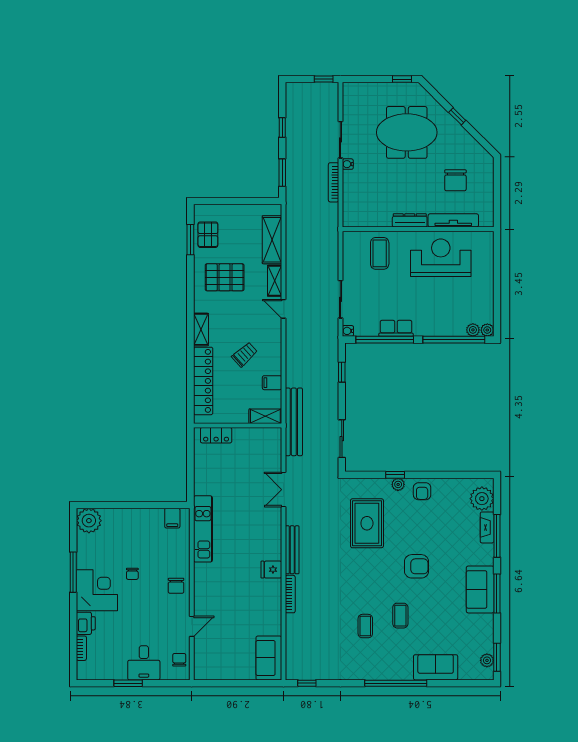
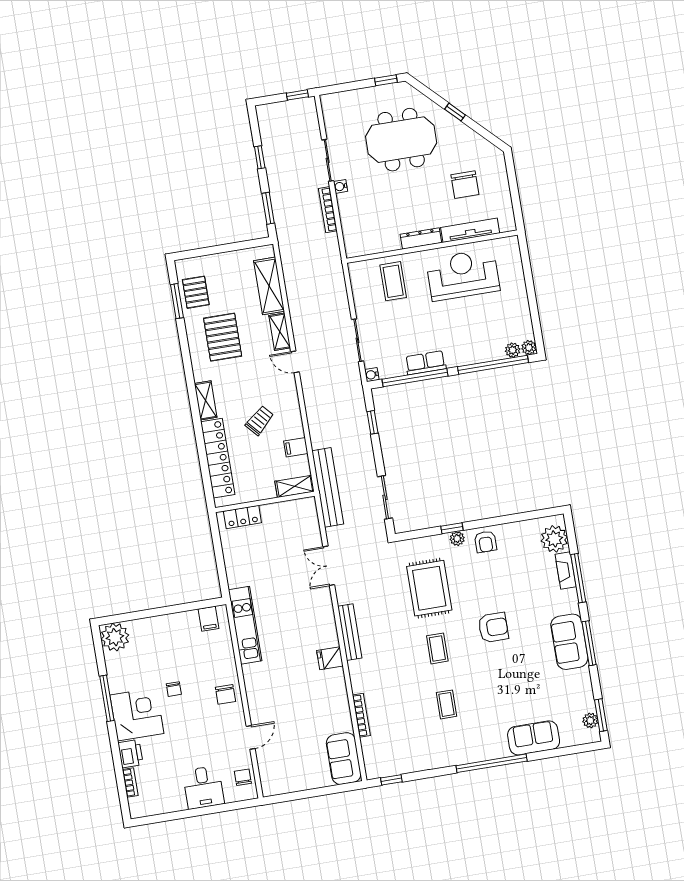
pallet: (225, 277) -> (223, 337), turned 90
bookcase: (290, 594) -> (361, 715), moved
coffee table: (400, 616) -> (437, 648), moved
window: (128, 683) -> (190, 813), removed

